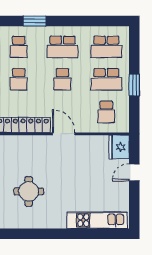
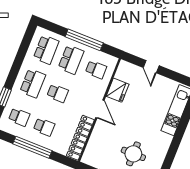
window: (134, 85) -> (84, 40), width x2.11
door: (64, 134) -> (100, 109), swing flipped
fridge: (119, 147) -> (118, 90), moved, turned -90

